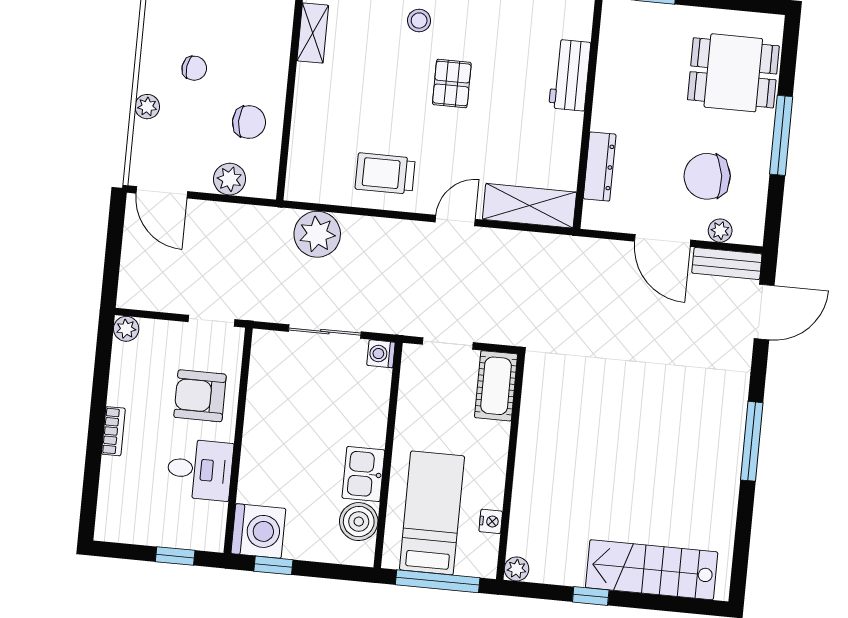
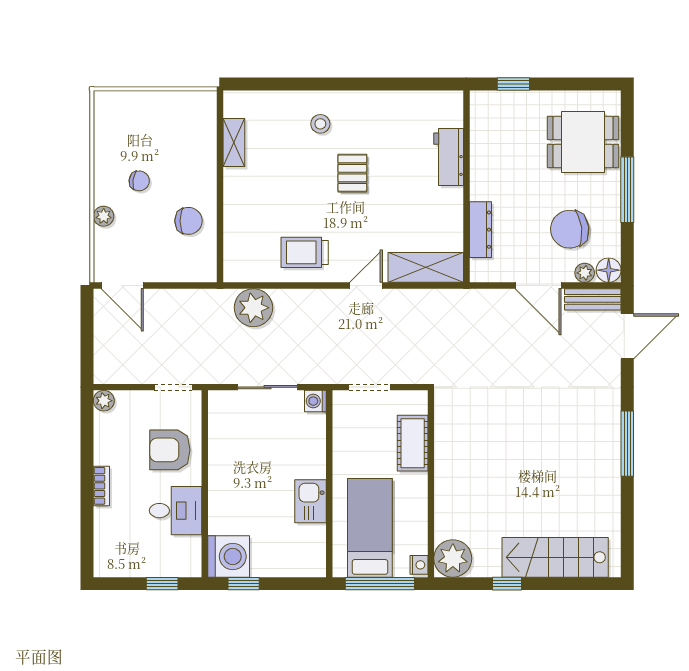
plant: (230, 179) -> (177, 269), removed
floor lamp: (749, 230) -> (609, 270), added
cot: (496, 386) -> (413, 443), moved
nightstand: (491, 521) -> (419, 565), moved
boiler: (359, 522) -> (310, 541), removed
plant: (517, 569) -> (453, 558), width x1.88, depth x1.88

